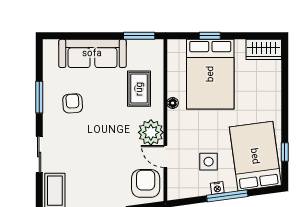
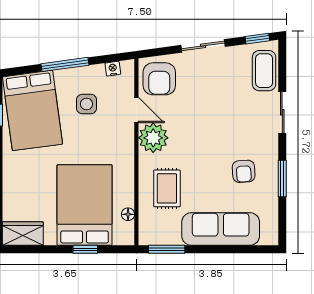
floor lamp: (173, 103) -> (128, 214), moved
nightstand: (217, 188) -> (113, 69), moved

